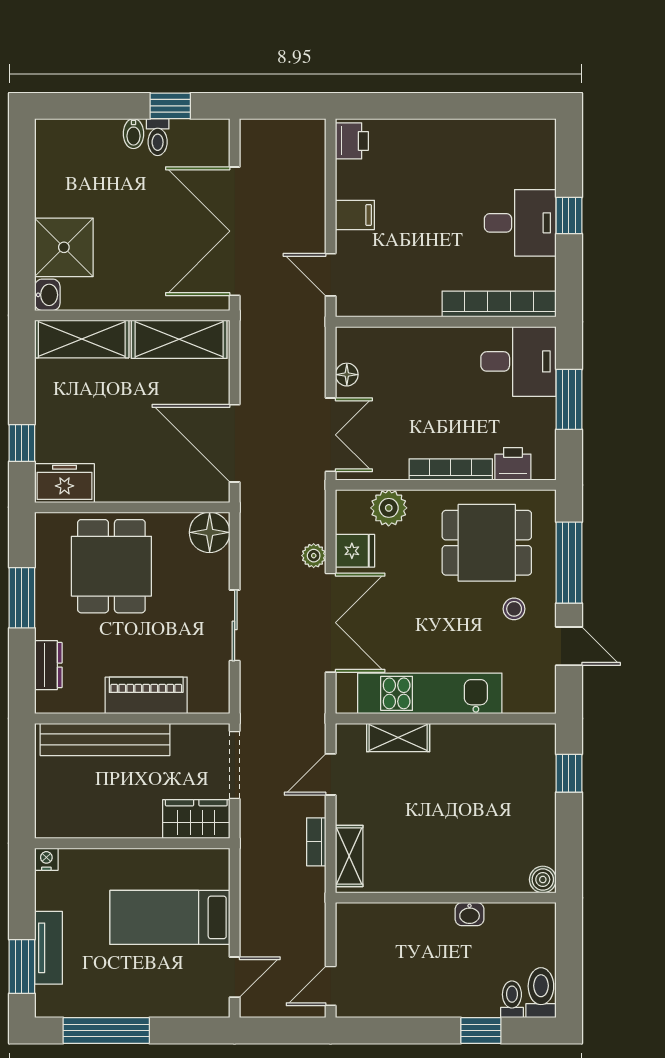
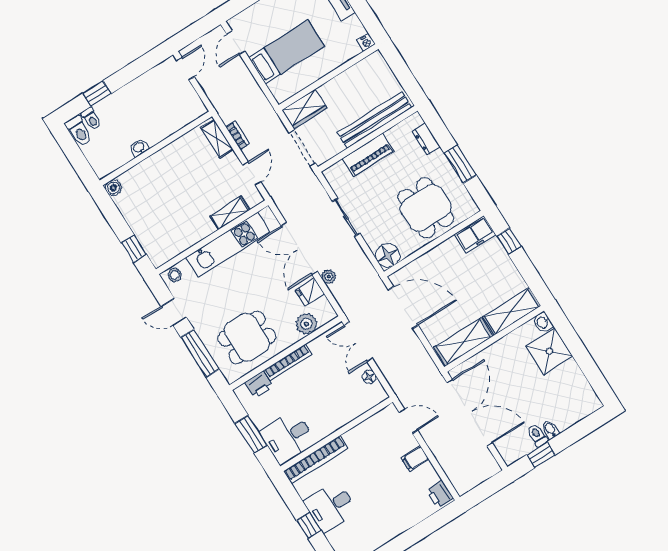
stool: (514, 609) -> (175, 275), moved

